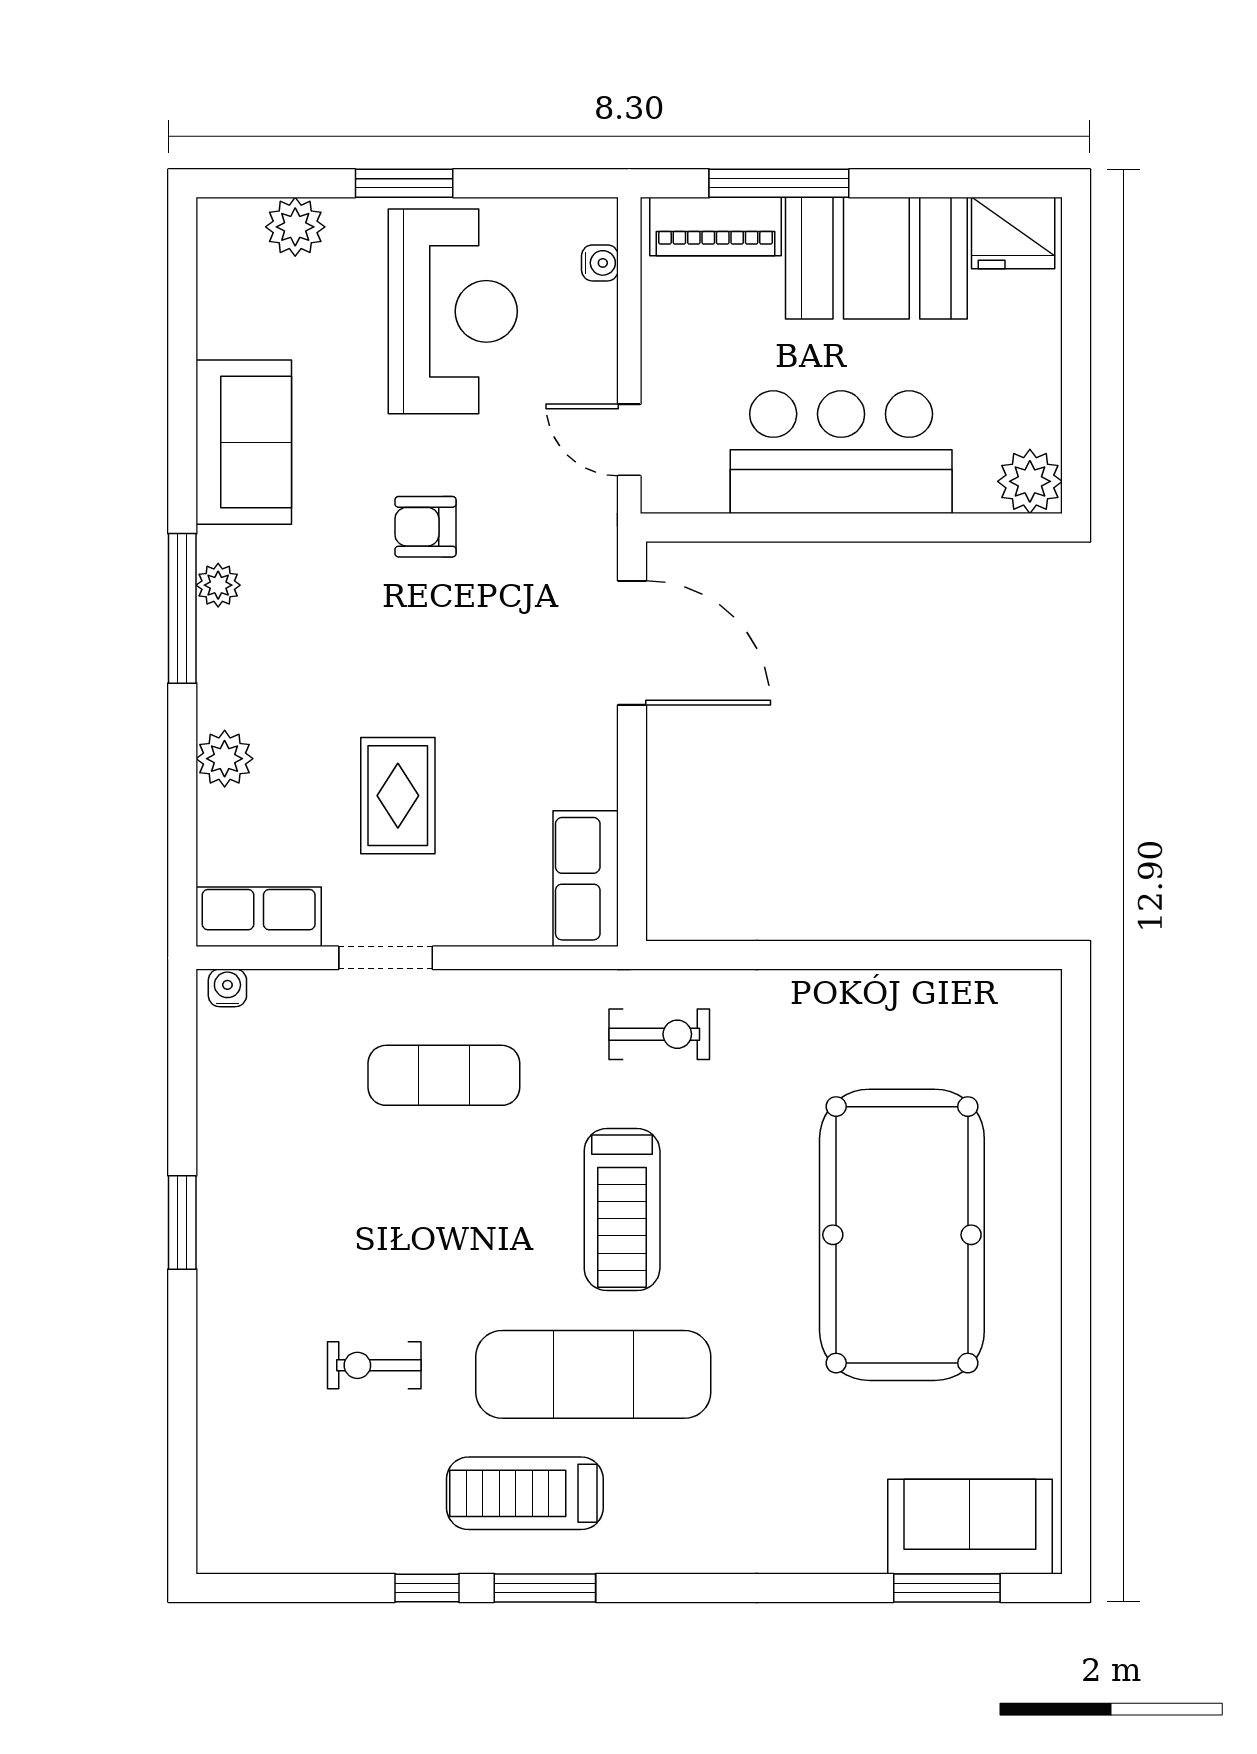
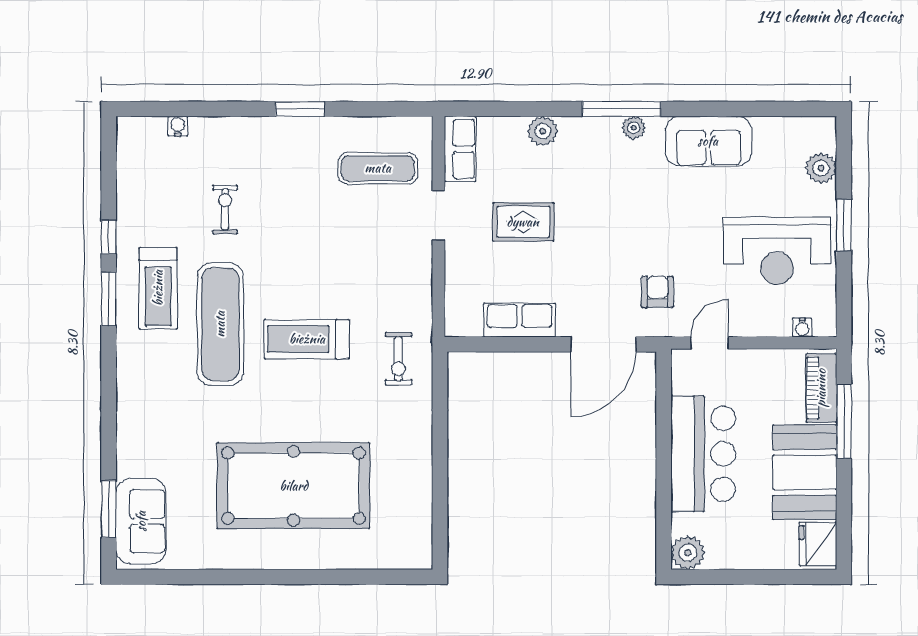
armchair: (425, 527) -> (657, 292), moved
row of seats: (586, 879) -> (520, 320), moved
water cooler: (227, 988) -> (178, 126), moved, turned -90
exercise mat: (444, 1075) -> (378, 168), moved, turned 90
treadmill: (525, 1493) -> (158, 288), turned 180

